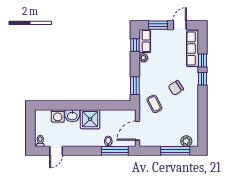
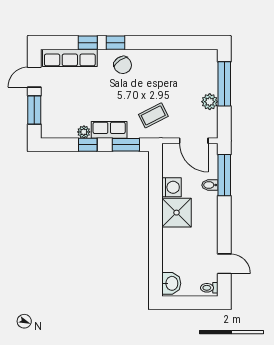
door: (180, 25) -> (34, 77), hinge flipped
row of seats: (145, 41) -> (109, 130), moved
window: (135, 45) -> (88, 145), moved
chair: (176, 88) -> (123, 65), moved
washing machine: (58, 116) -> (172, 187), moved
washbasin: (72, 116) -> (171, 283), moved
plant: (186, 141) -> (210, 102), moved

